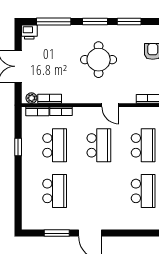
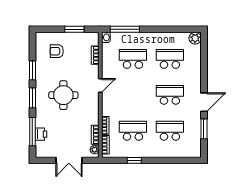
printer: (29, 32) -> (41, 134), moved
school desk: (99, 145) -> (170, 95), moved

